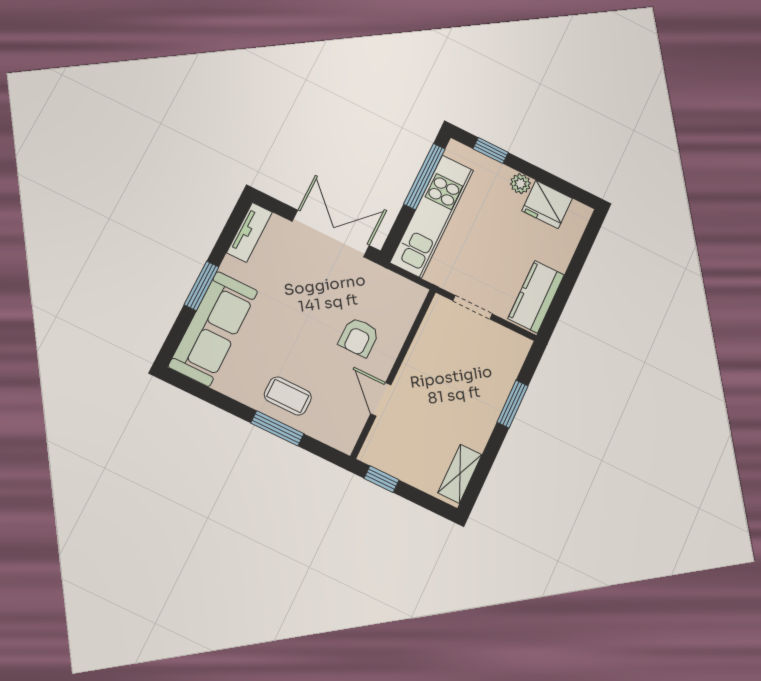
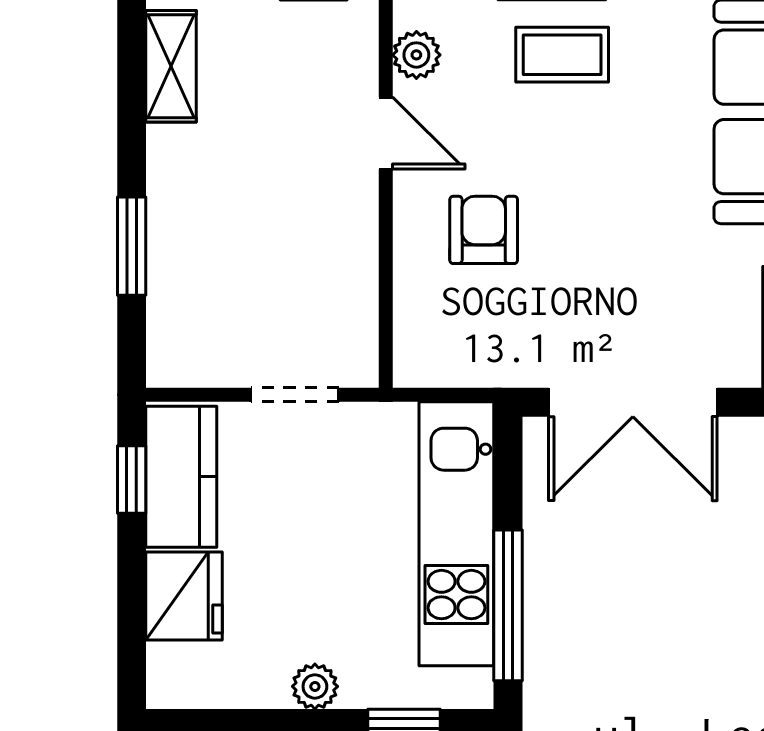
fridge: (547, 204) -> (184, 596), moved, turned 90
window: (557, 306) -> (132, 480), added
plant: (351, 427) -> (416, 55), added

